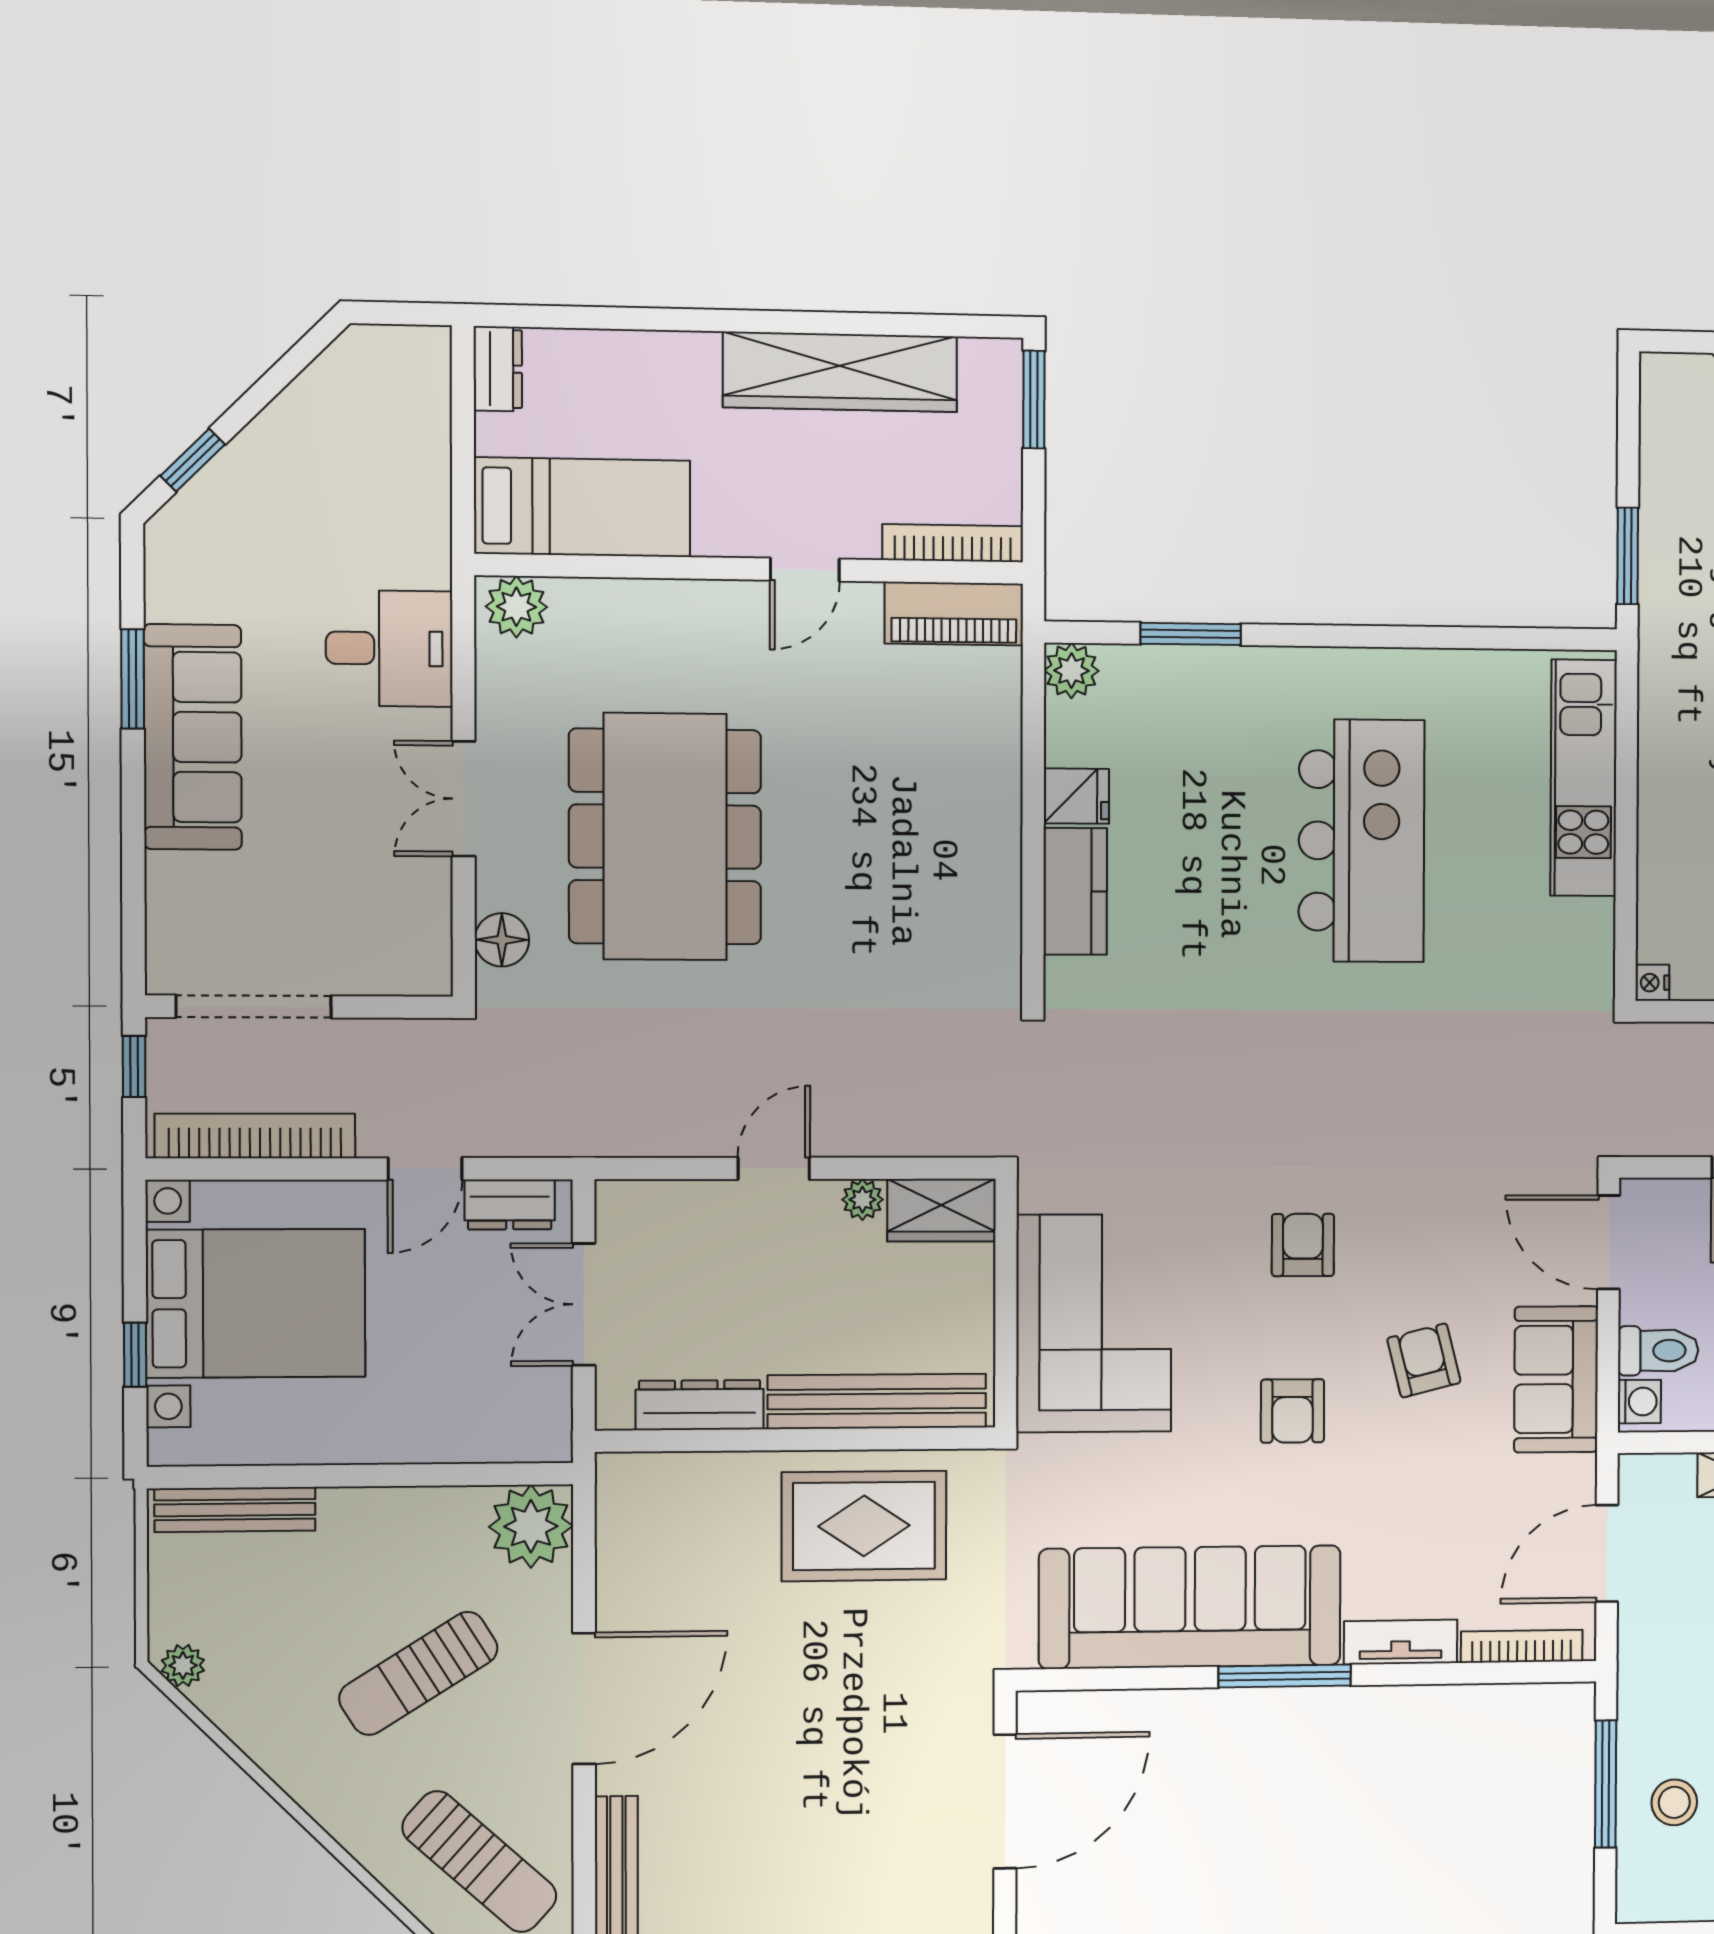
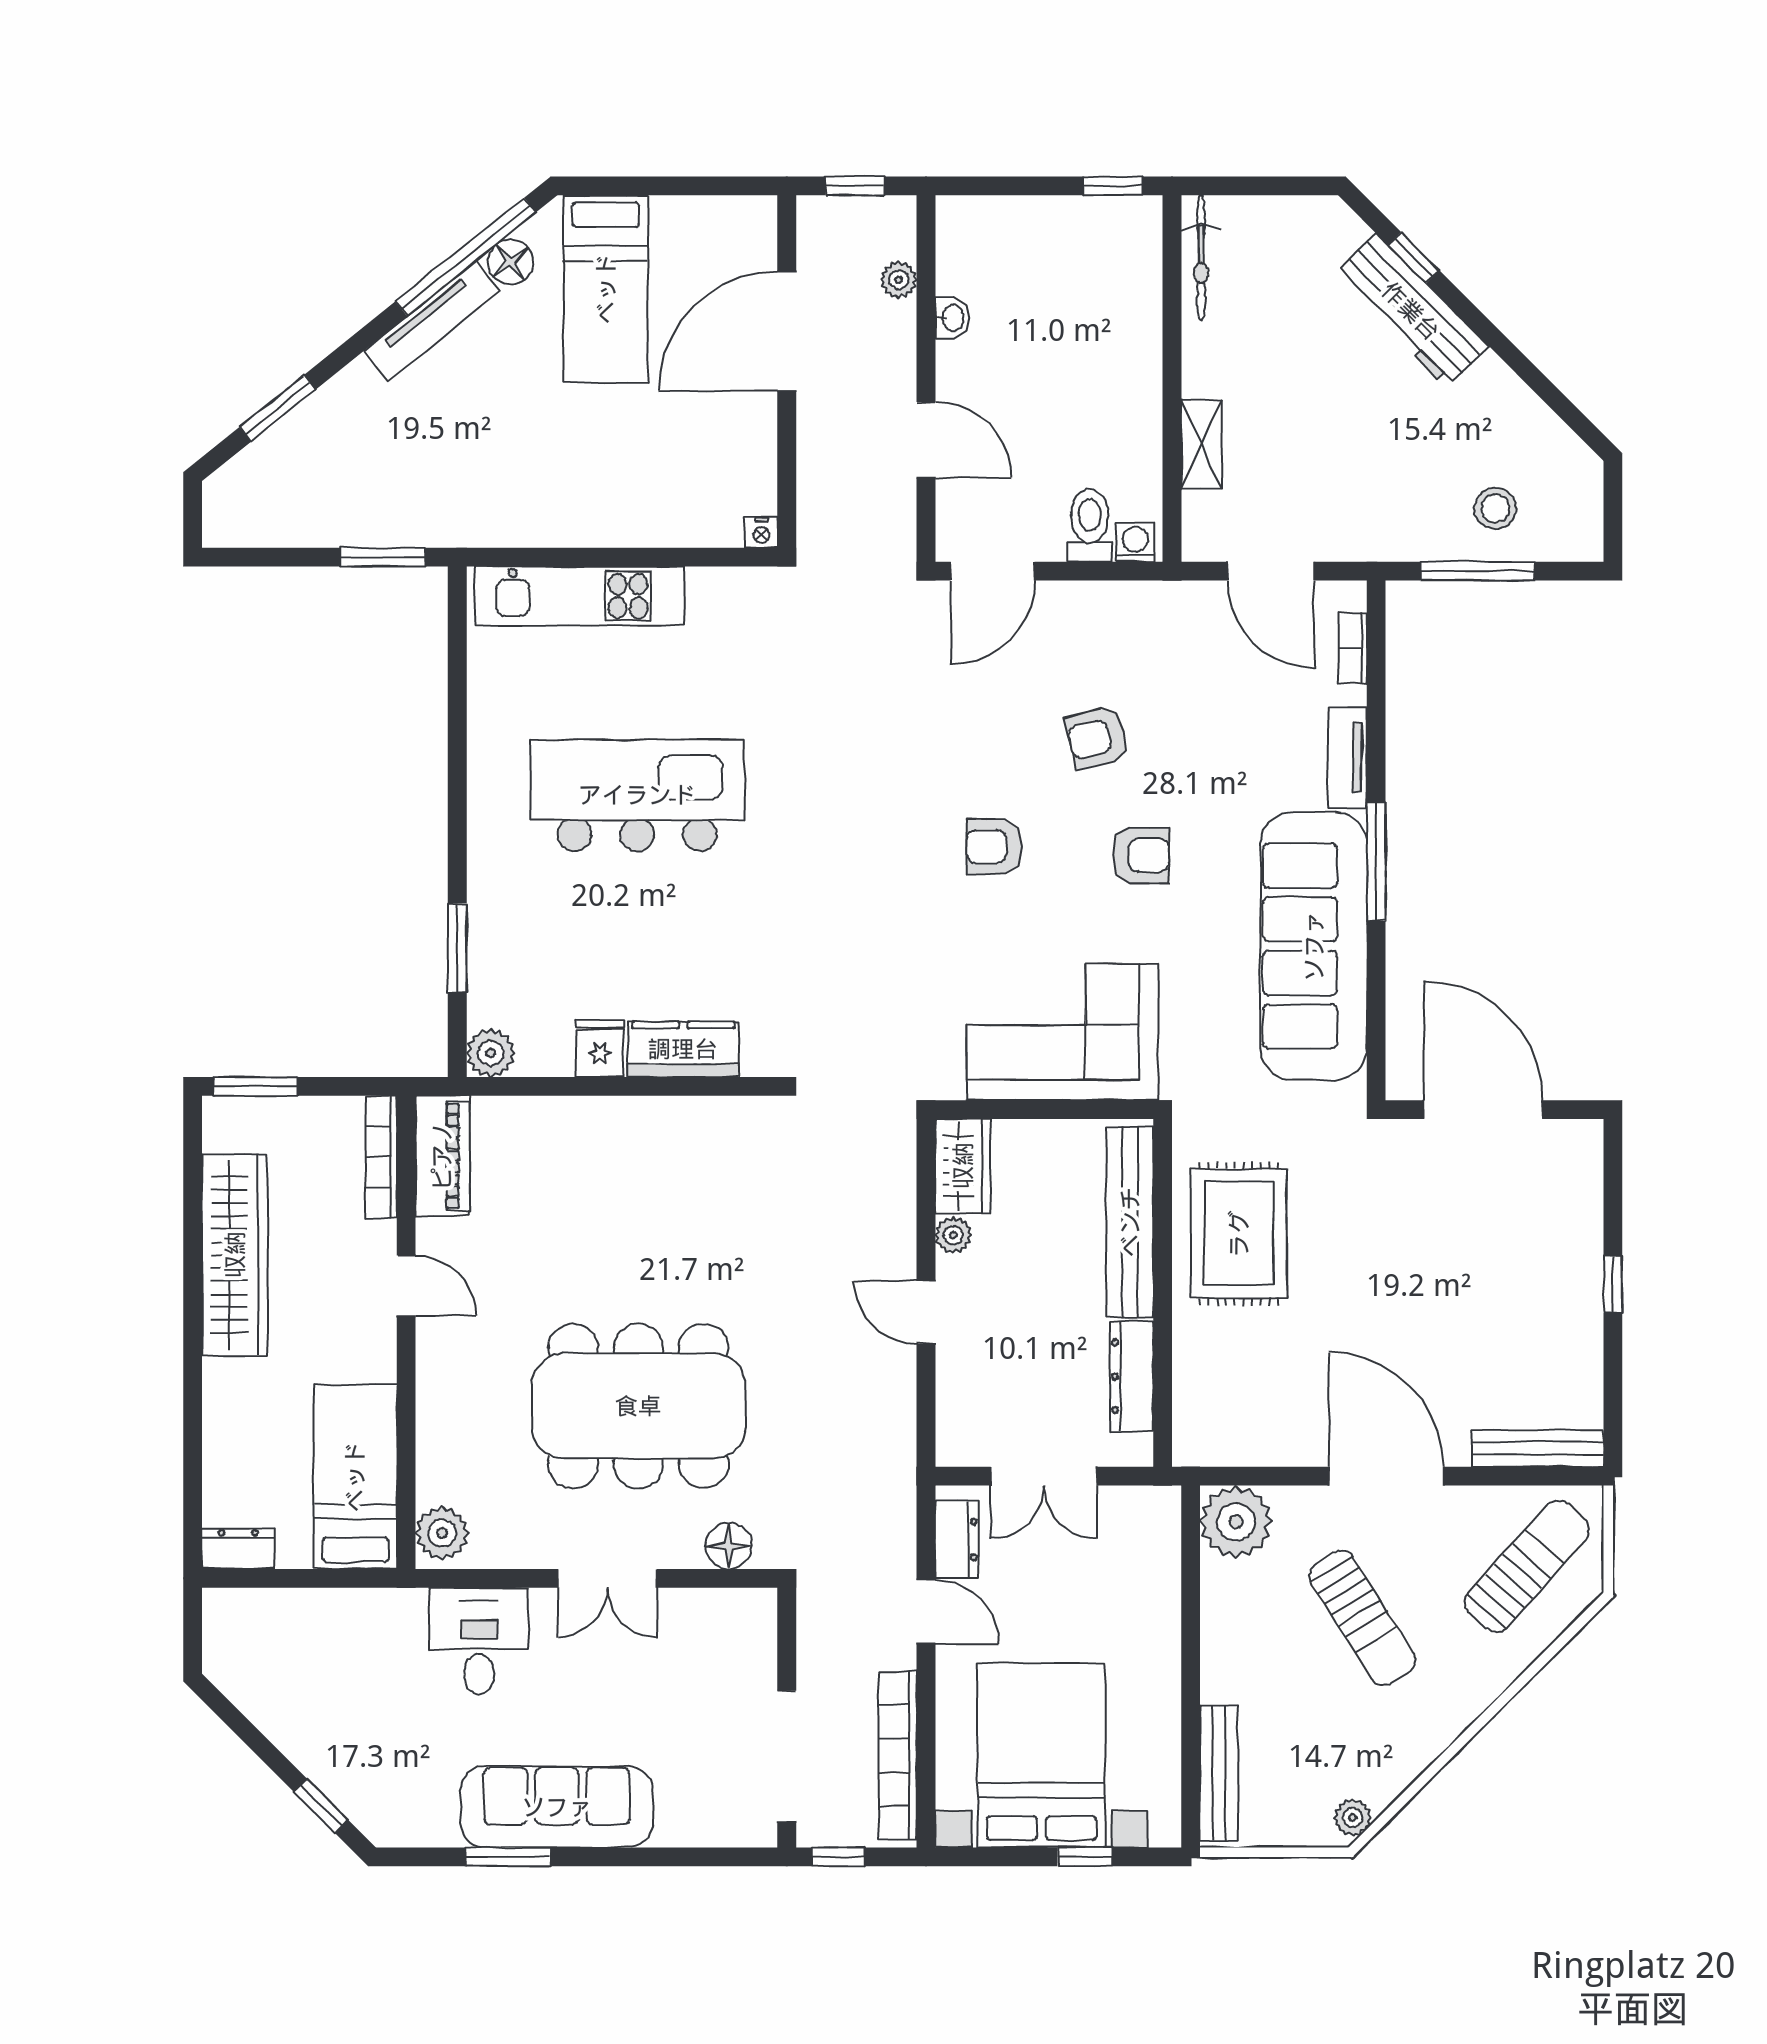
sofa: (1556, 1379) -> (1115, 618), removed
bookcase: (1522, 1646) -> (1353, 648), width x0.64

